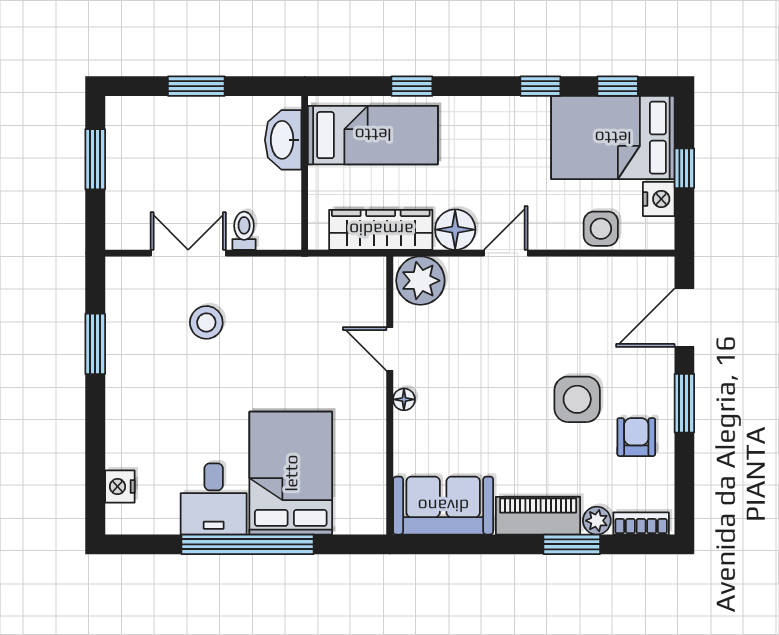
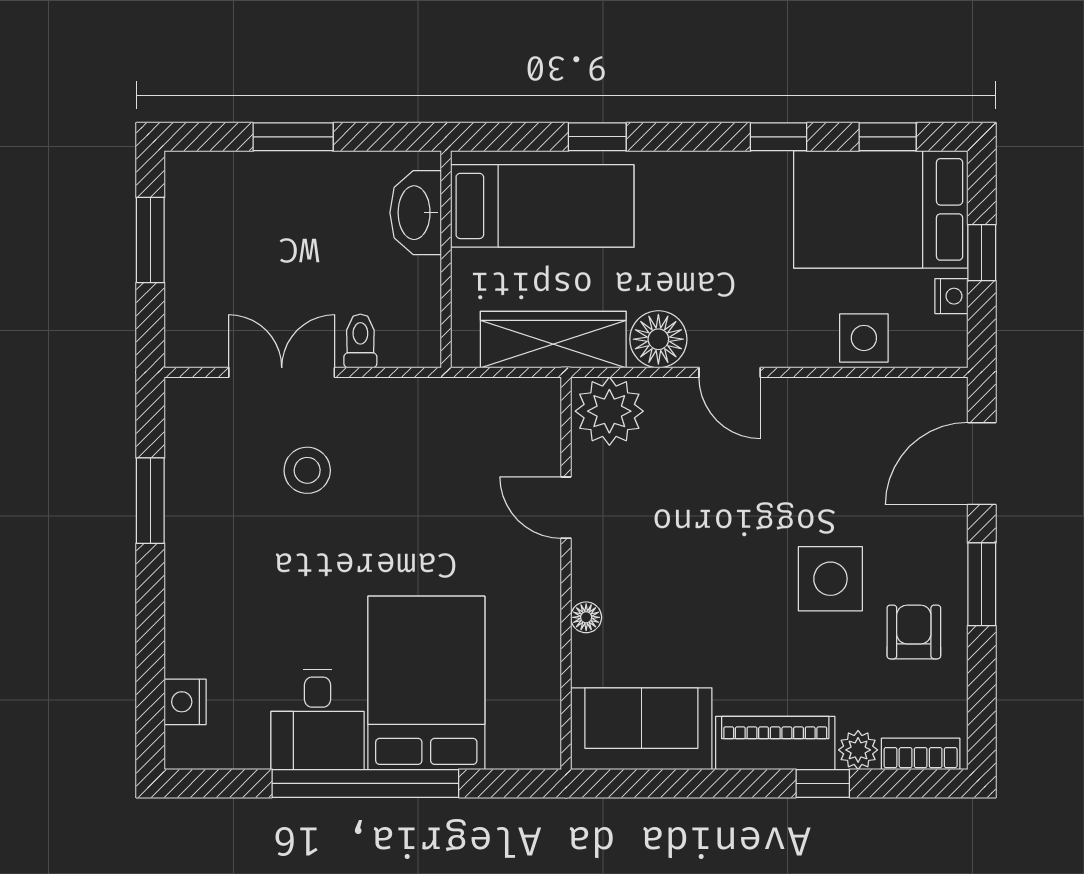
nightstand: (659, 199) -> (951, 296), width x0.72, depth x0.74
door: (506, 253) -> (730, 372), swing flipped
floor lamp: (404, 399) -> (586, 617), moved
window: (572, 544) -> (823, 783), width x0.67

